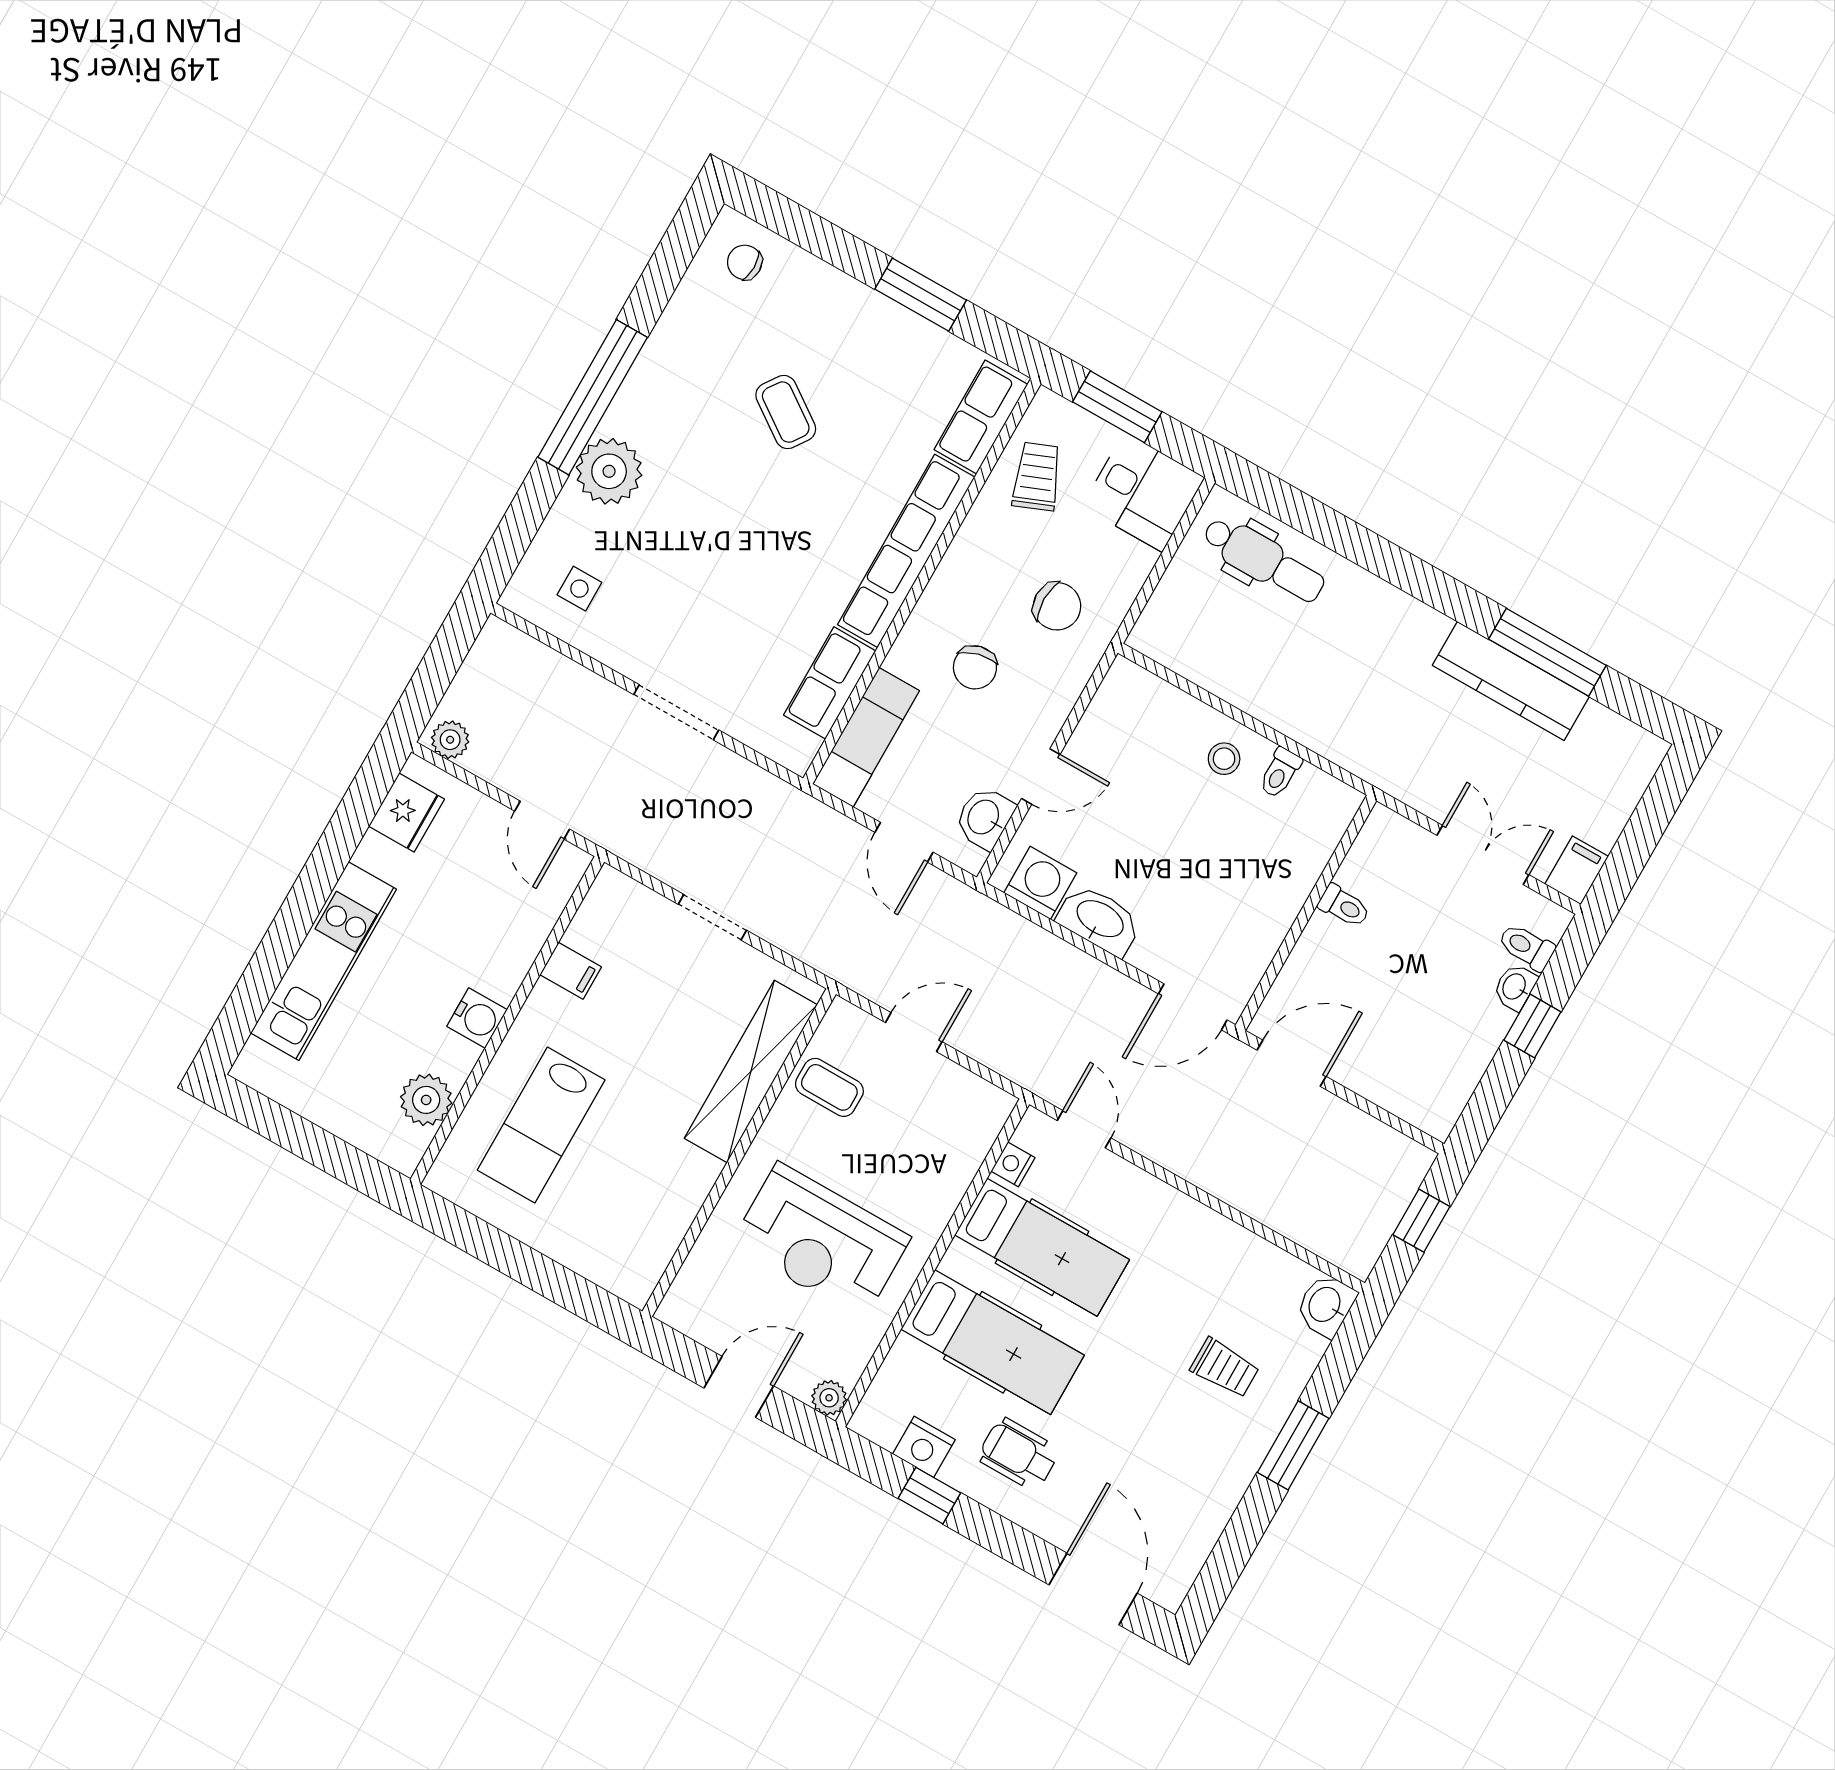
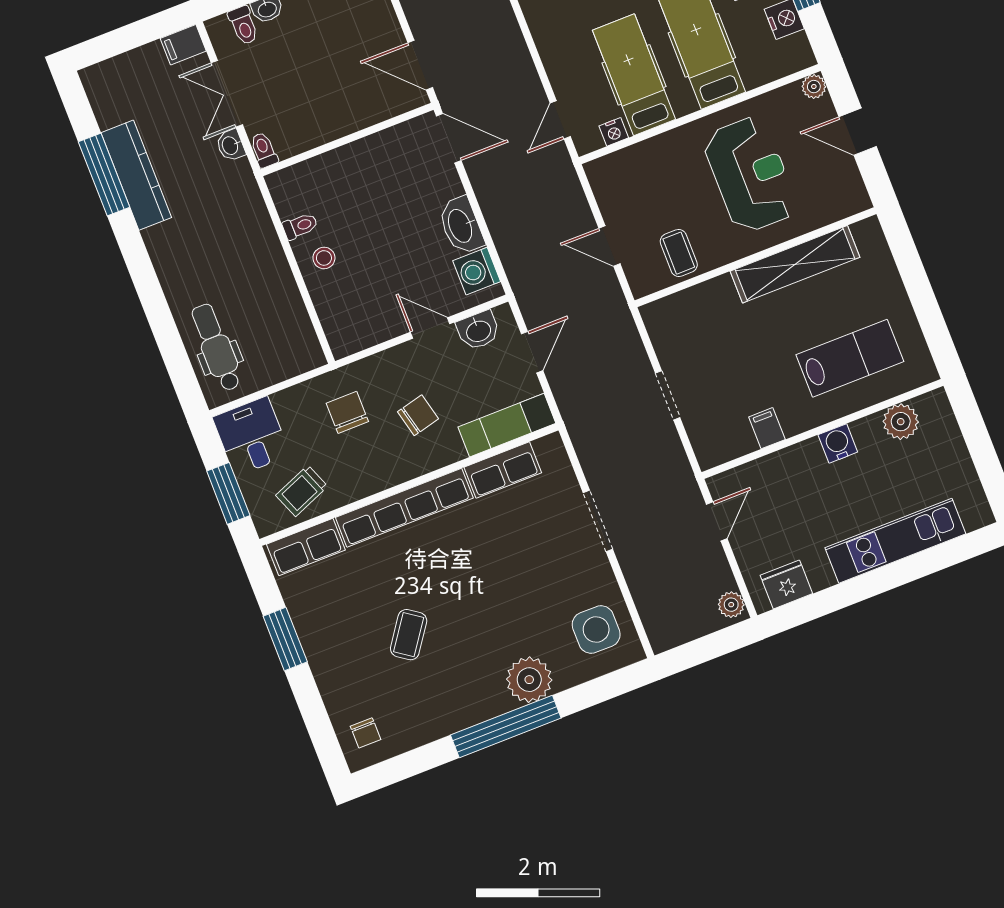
side table: (579, 589) -> (596, 630), width x1.87, depth x1.87
washbasin: (1432, 800) -> (231, 145), added
toilet: (1344, 906) -> (264, 150), moved
shelving: (751, 1071) -> (795, 264), moved

